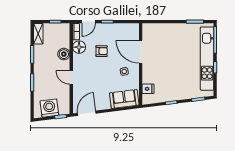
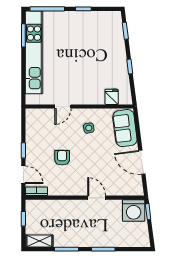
floor lamp: (79, 47) -> (57, 187), removed
door: (141, 52) -> (63, 106), width x0.53
boiler: (64, 54) -> (66, 207), removed
kitchen unit: (207, 59) -> (34, 52), moved, turned -90
door: (71, 77) -> (97, 198), swing flipped
washing machine: (49, 108) -> (134, 211), moved, turned -83
door: (87, 113) -> (142, 162), moved

